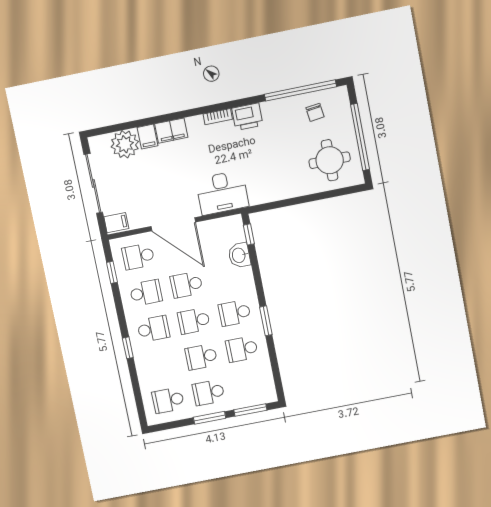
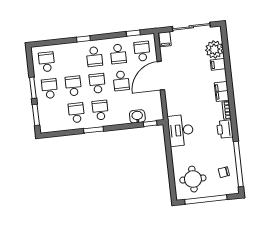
filing cabinet: (171, 131) -> (222, 91), moved
desk: (222, 193) -> (181, 130), moved
school desk: (187, 285) -> (121, 81), turned 180

